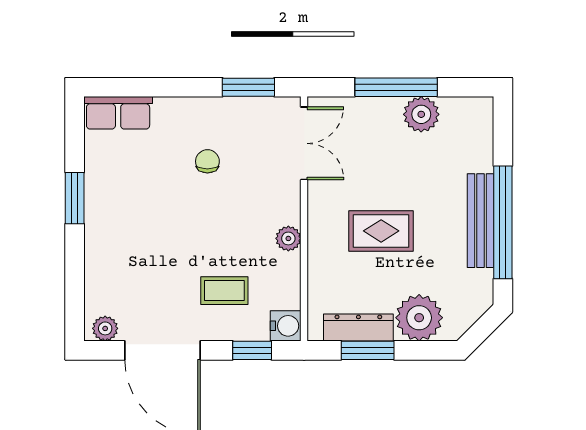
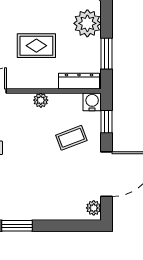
rug: (381, 231) -> (36, 46), turned 90
coffee table: (224, 291) -> (71, 138), turned 69
dresser: (358, 328) -> (79, 81), moved, turned 90

